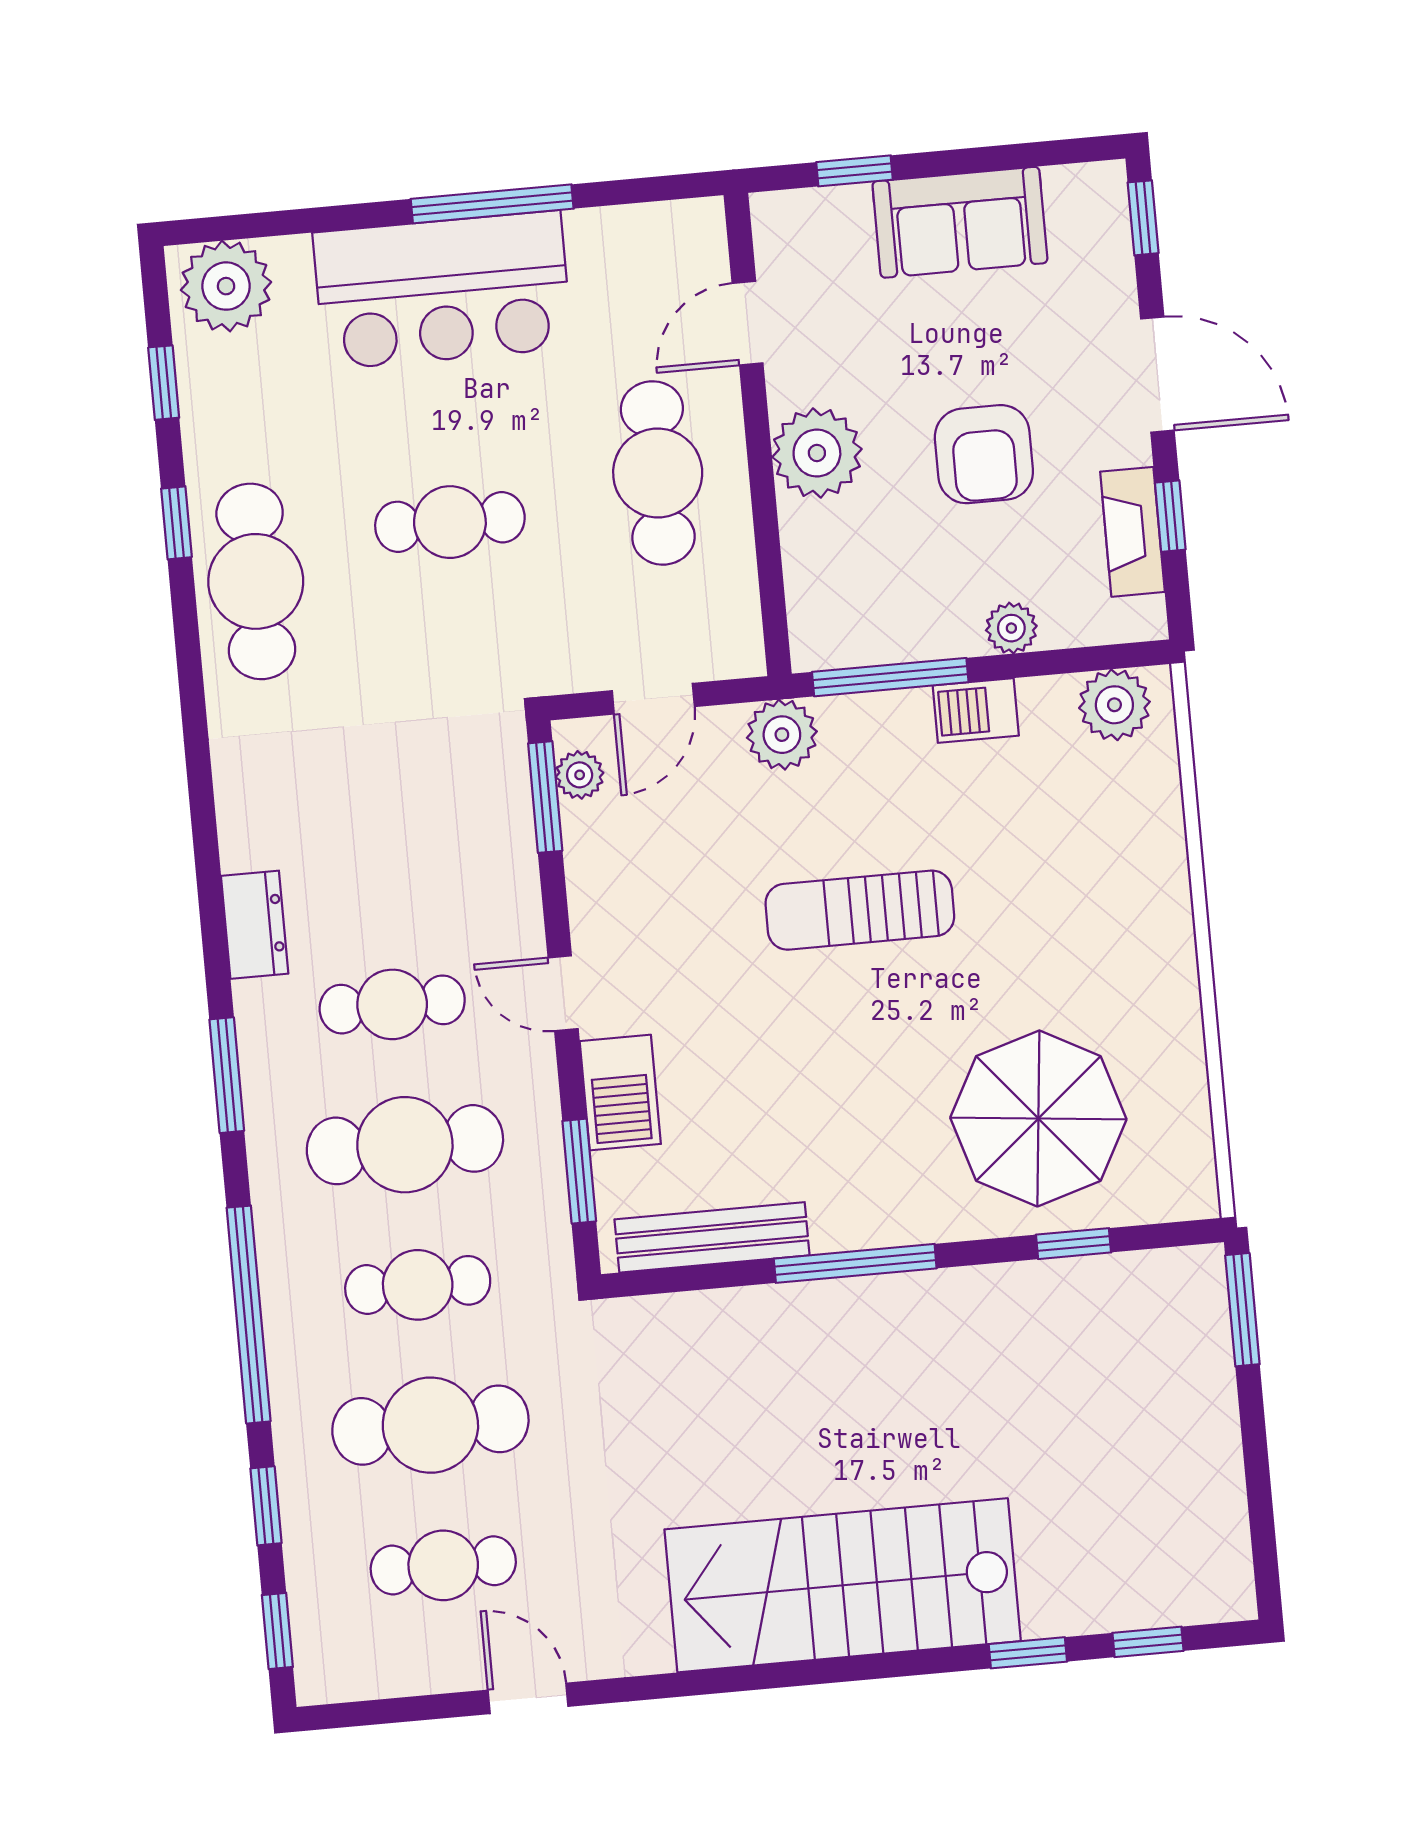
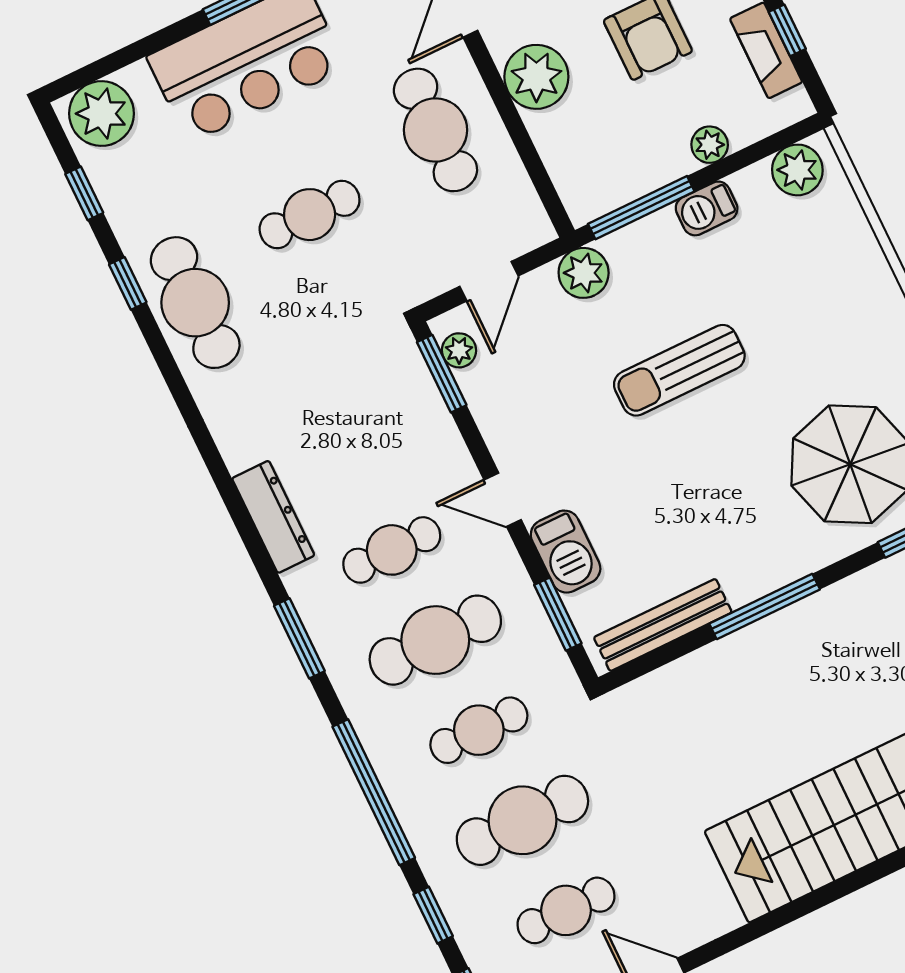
dresser: (255, 925) -> (273, 517), width x1.44

